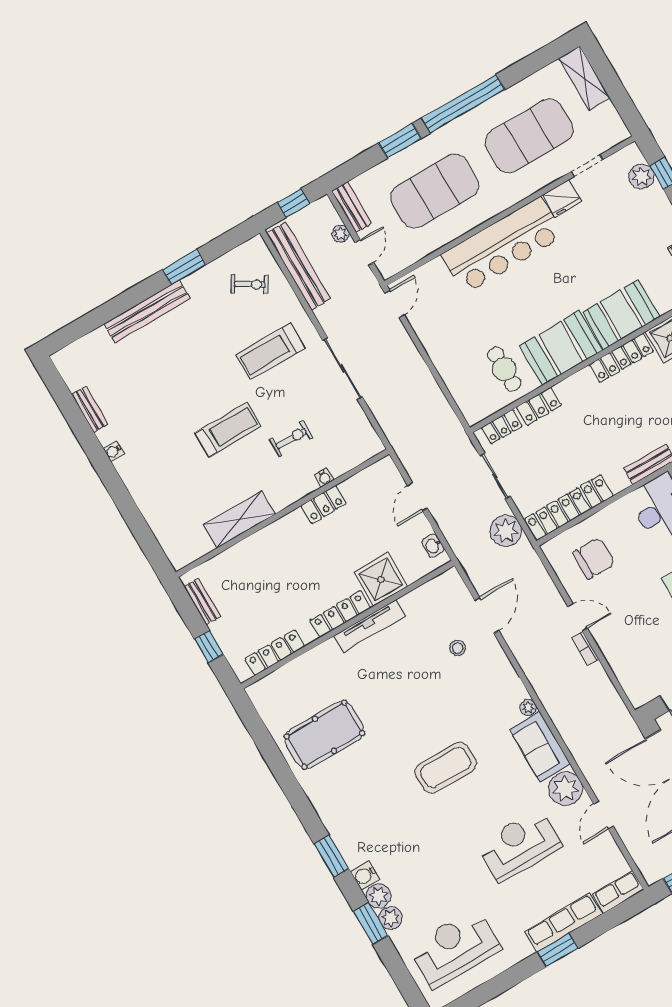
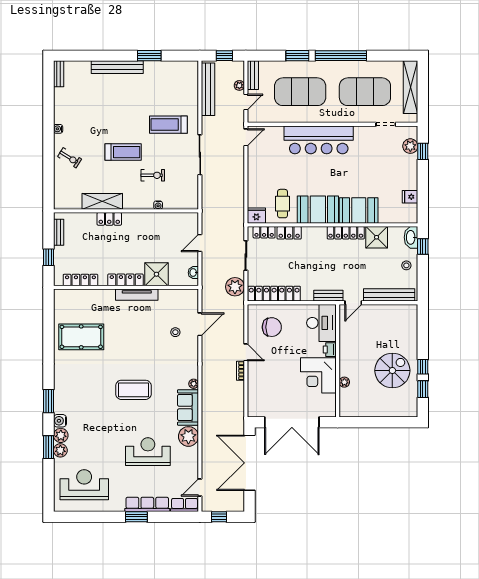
shelving: (584, 78) -> (410, 87), width x1.47
fridge: (562, 198) -> (256, 216), moved, turned 180
exercise bike: (250, 284) -> (70, 158), moved
bench: (90, 409) -> (59, 74), moved
locker: (324, 505) -> (109, 219), moved
door: (603, 815) -> (200, 487), moved

